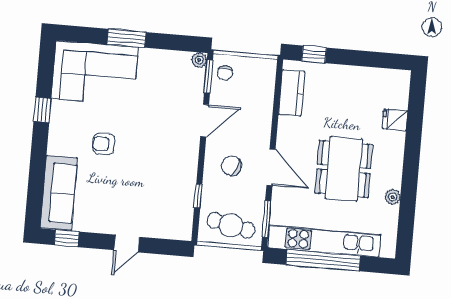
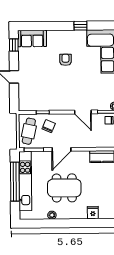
chair: (231, 166) -> (49, 126), moved
sofa: (59, 193) -> (32, 39), width x0.73

